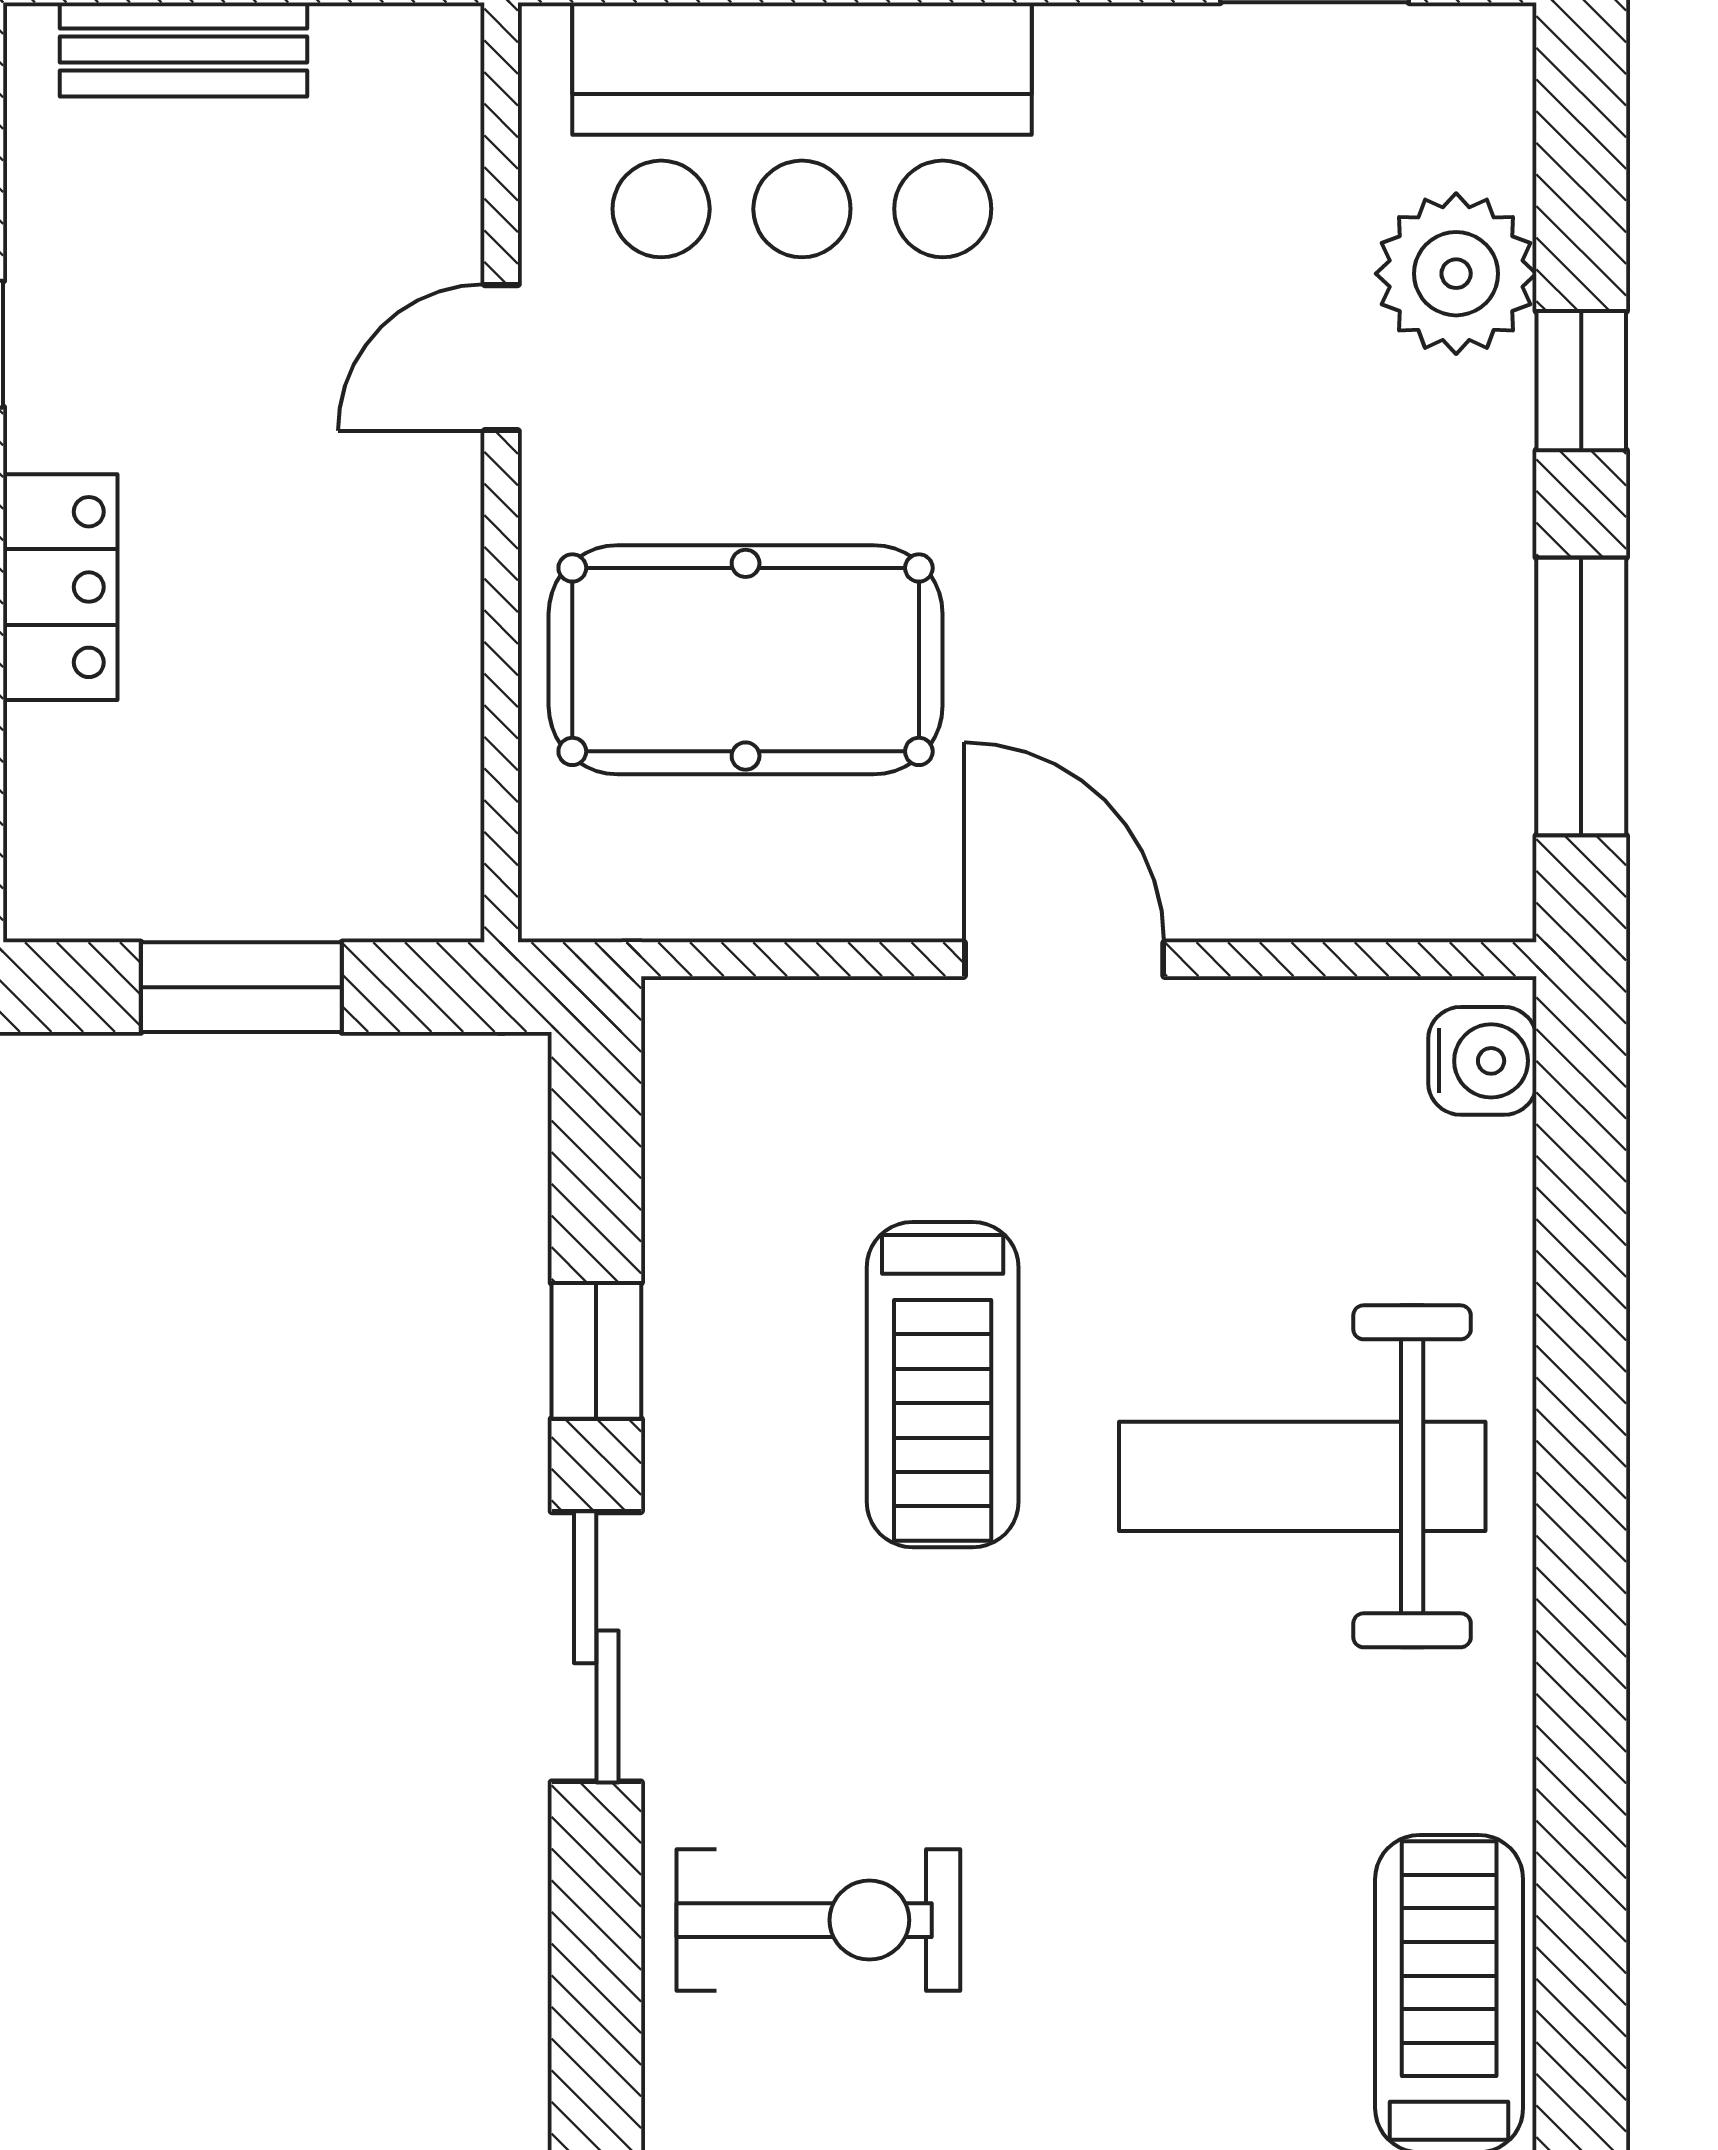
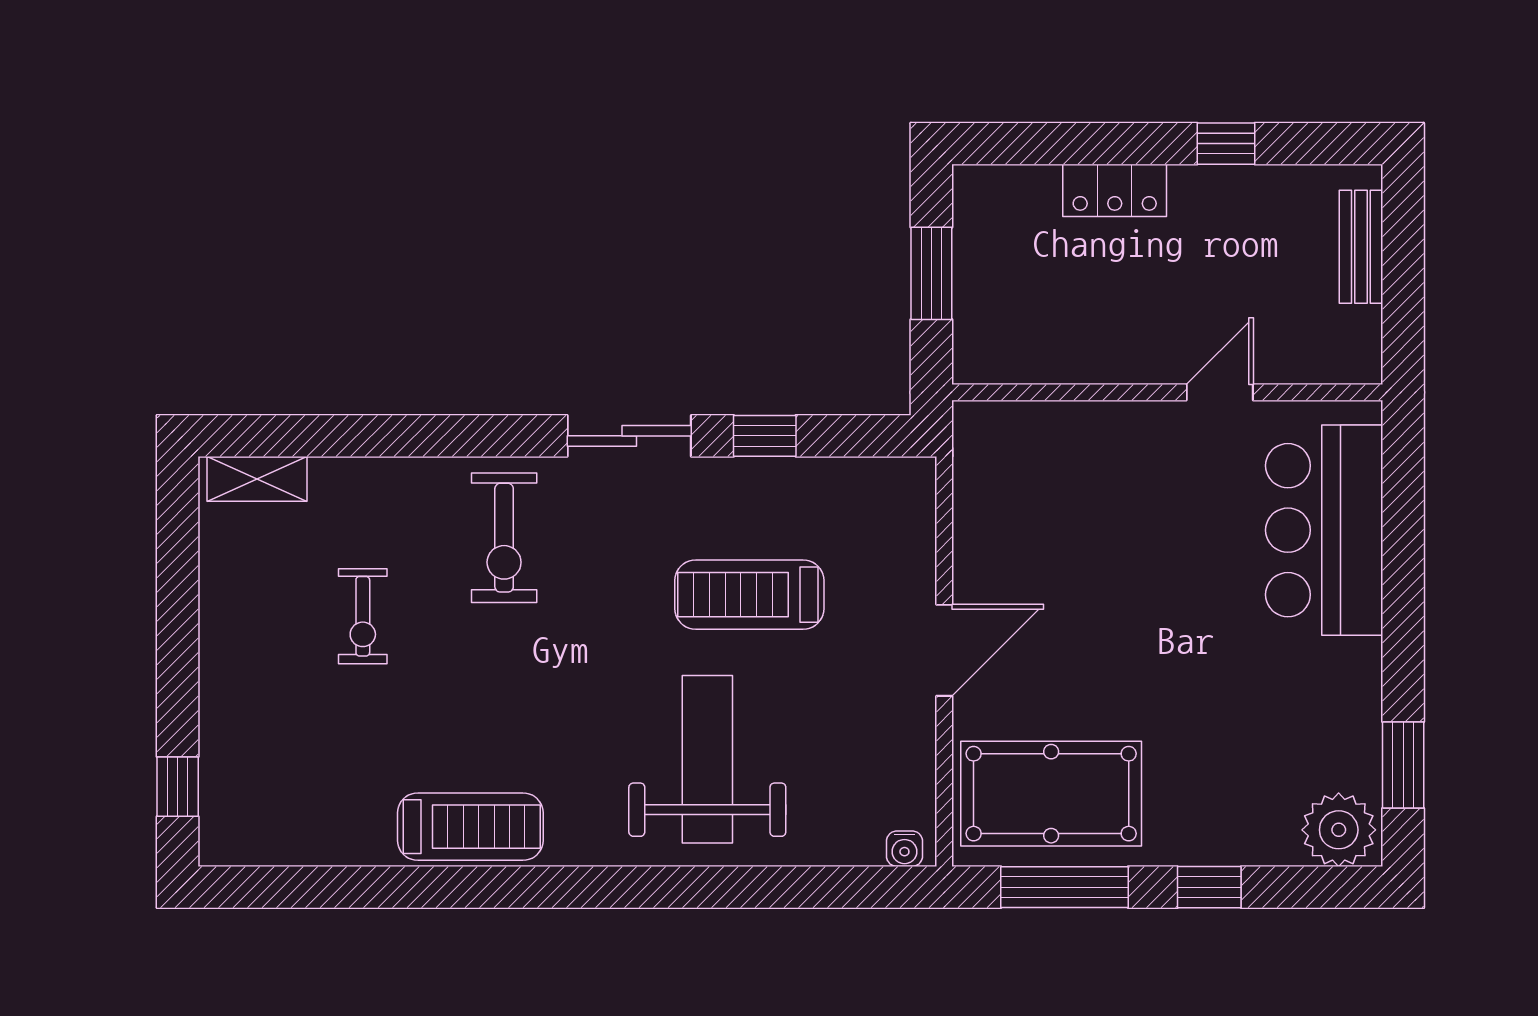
plant: (1456, 274) -> (1339, 830), moved
door: (501, 358) -> (1220, 392), hinge flipped
pool table: (746, 660) -> (1051, 794), moved, turned 90
water cooler: (1482, 1061) -> (904, 849), width x0.72, depth x0.72

